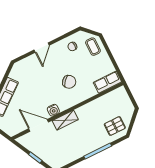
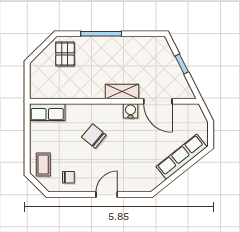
pallet: (115, 126) -> (65, 54), turned 90

